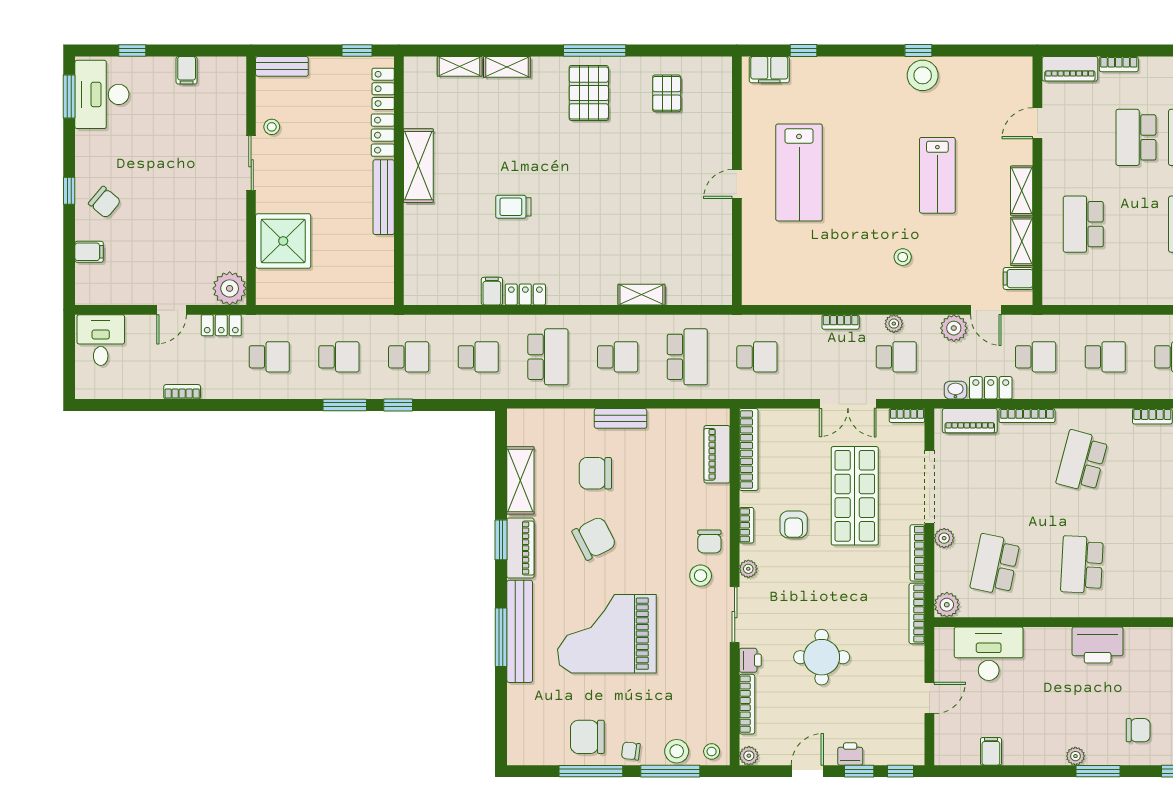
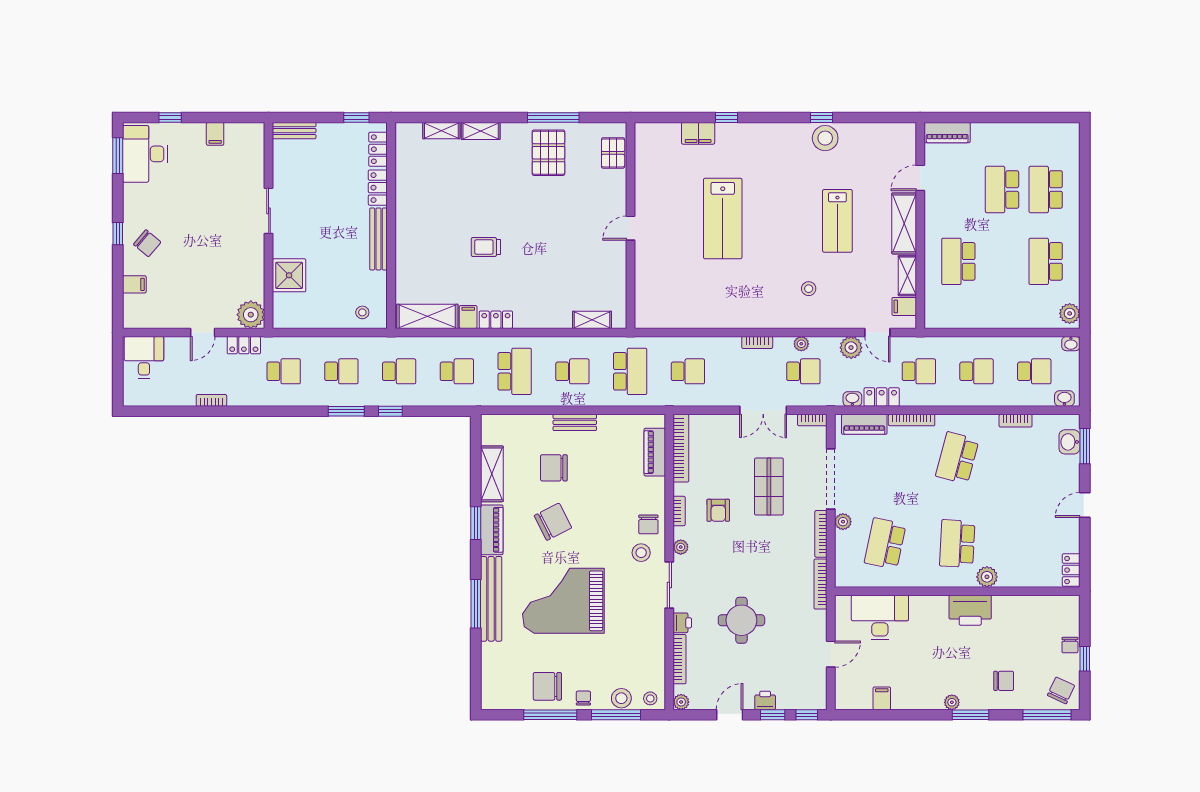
bookcase: (1119, 64) -> (988, 129), removed
stool: (272, 127) -> (362, 312), moved
shelving: (418, 166) -> (427, 316), moved, turned 90
wall: (737, 181) -> (630, 225), moved
door: (737, 184) -> (630, 228), moved
shelving: (1022, 191) -> (904, 223), width x1.50, depth x1.33
shower: (283, 241) -> (289, 275), width x0.73, depth x0.73
shop shelf: (855, 496) -> (769, 487), width x0.70, depth x0.74
plant: (947, 605) -> (987, 577), moved
chair: (631, 751) -> (583, 698), turned 83

